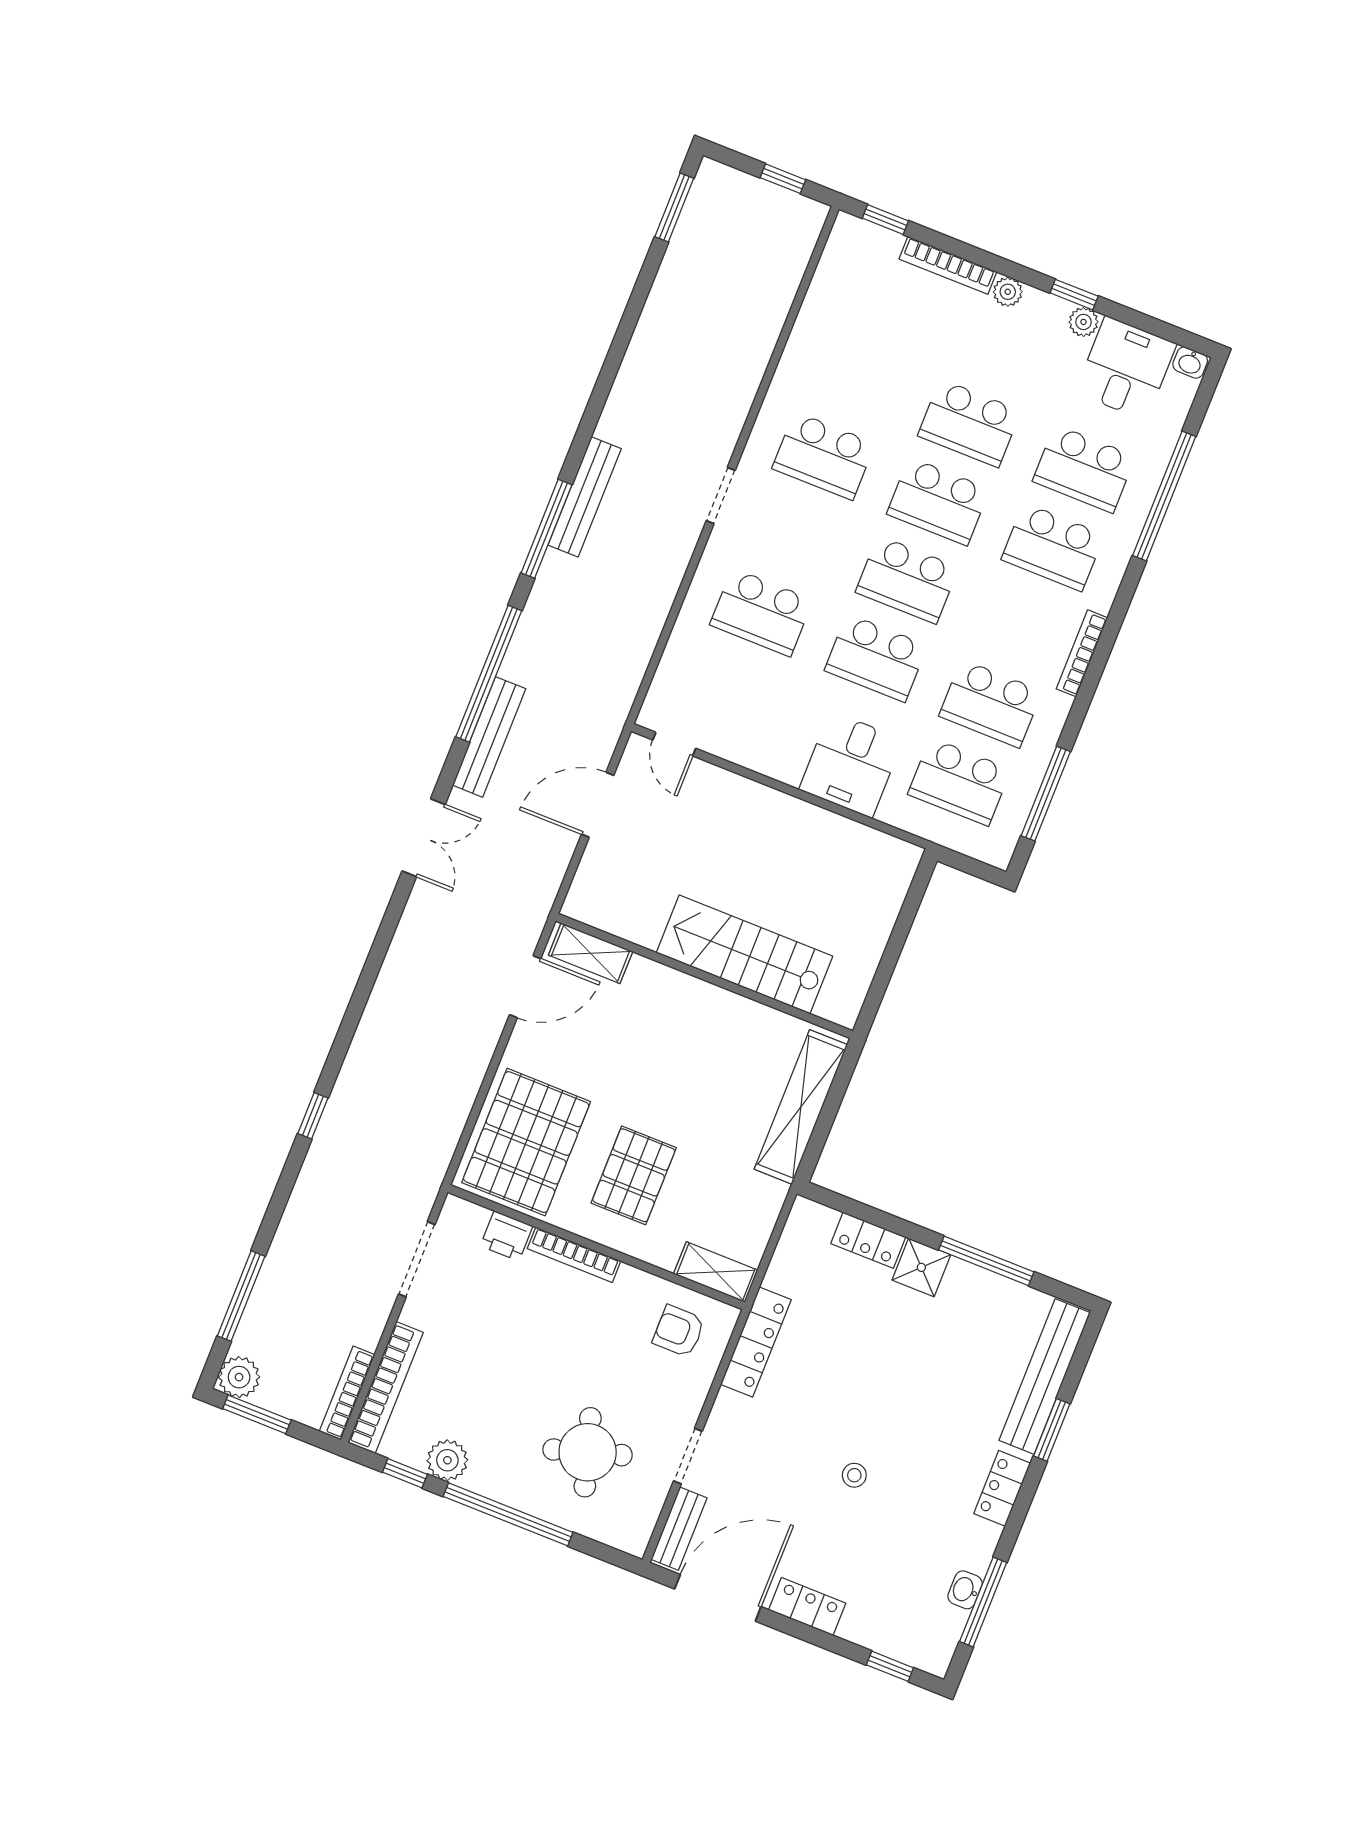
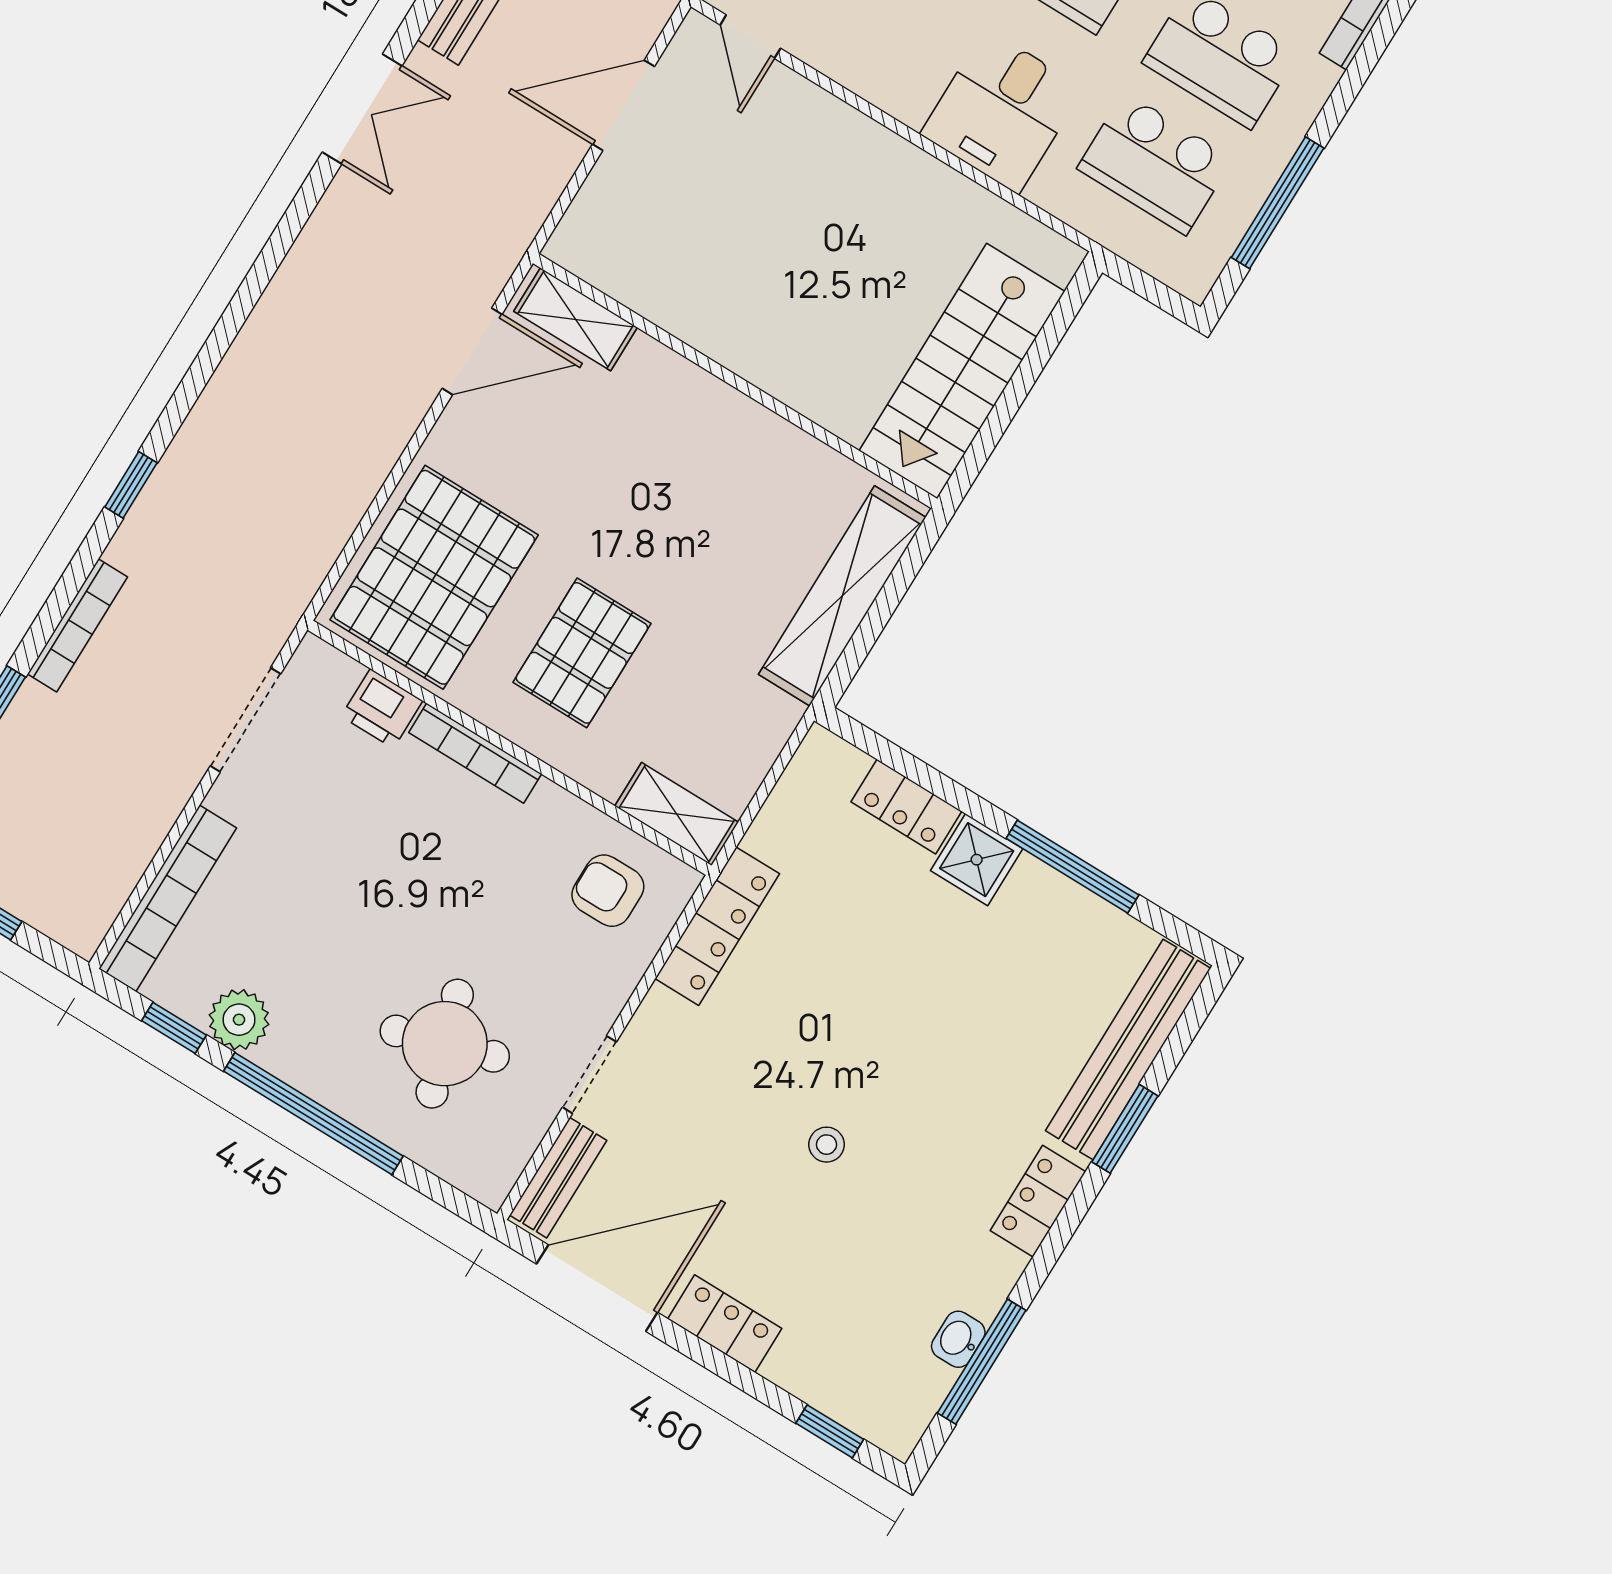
stairs: (744, 954) -> (962, 371), moved, turned -90
bookcase: (347, 1393) -> (77, 625), moved, turned 180

